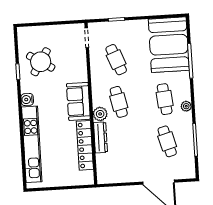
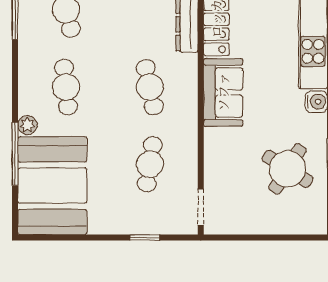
cafe table: (116, 60) -> (150, 164), turned 30
plant: (186, 106) -> (27, 125), moved
plant: (100, 114) -> (185, 67), removed

